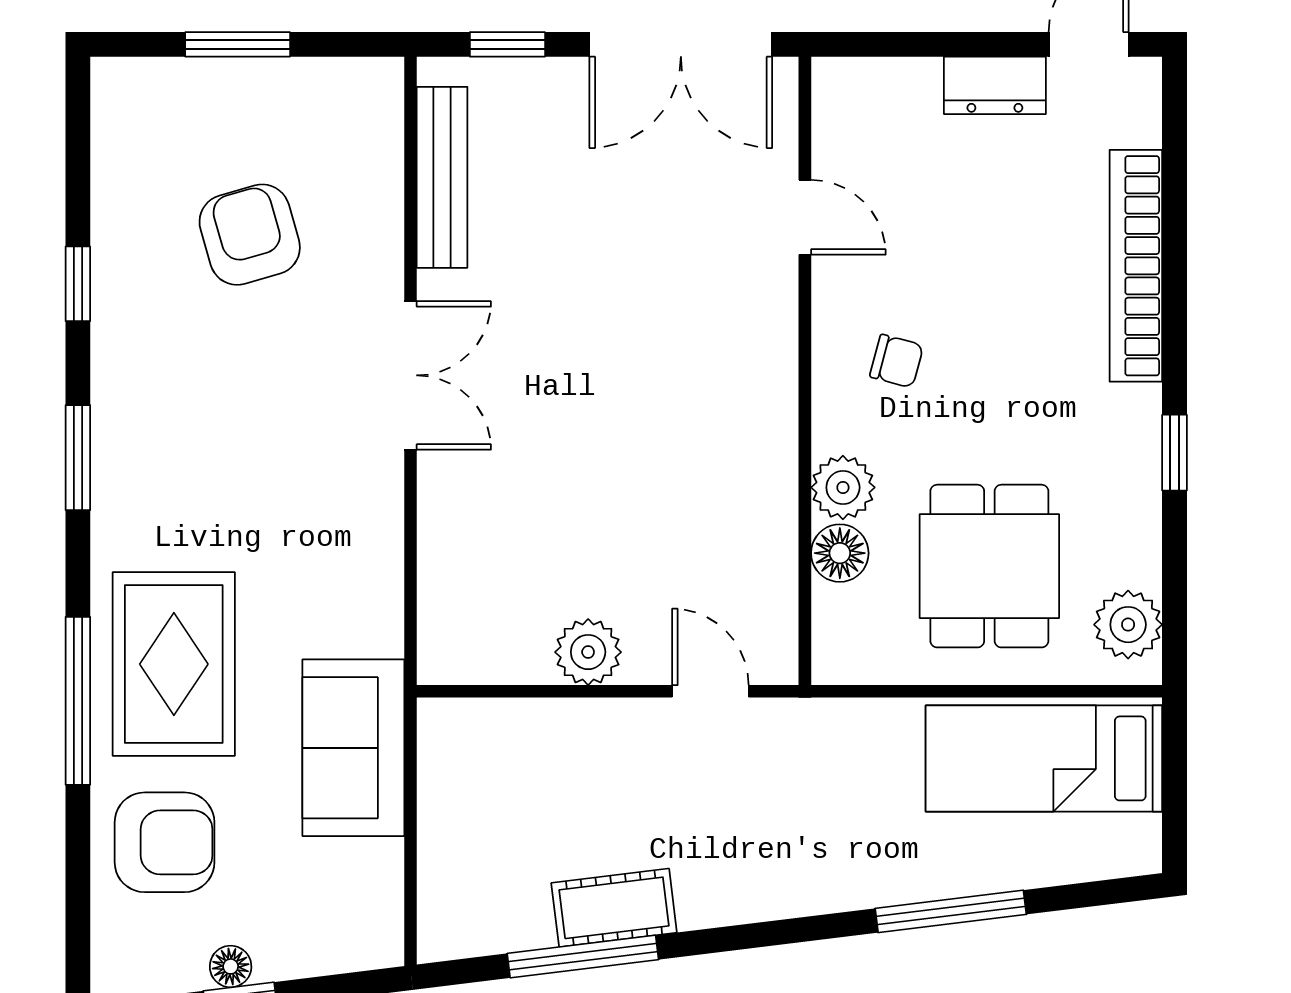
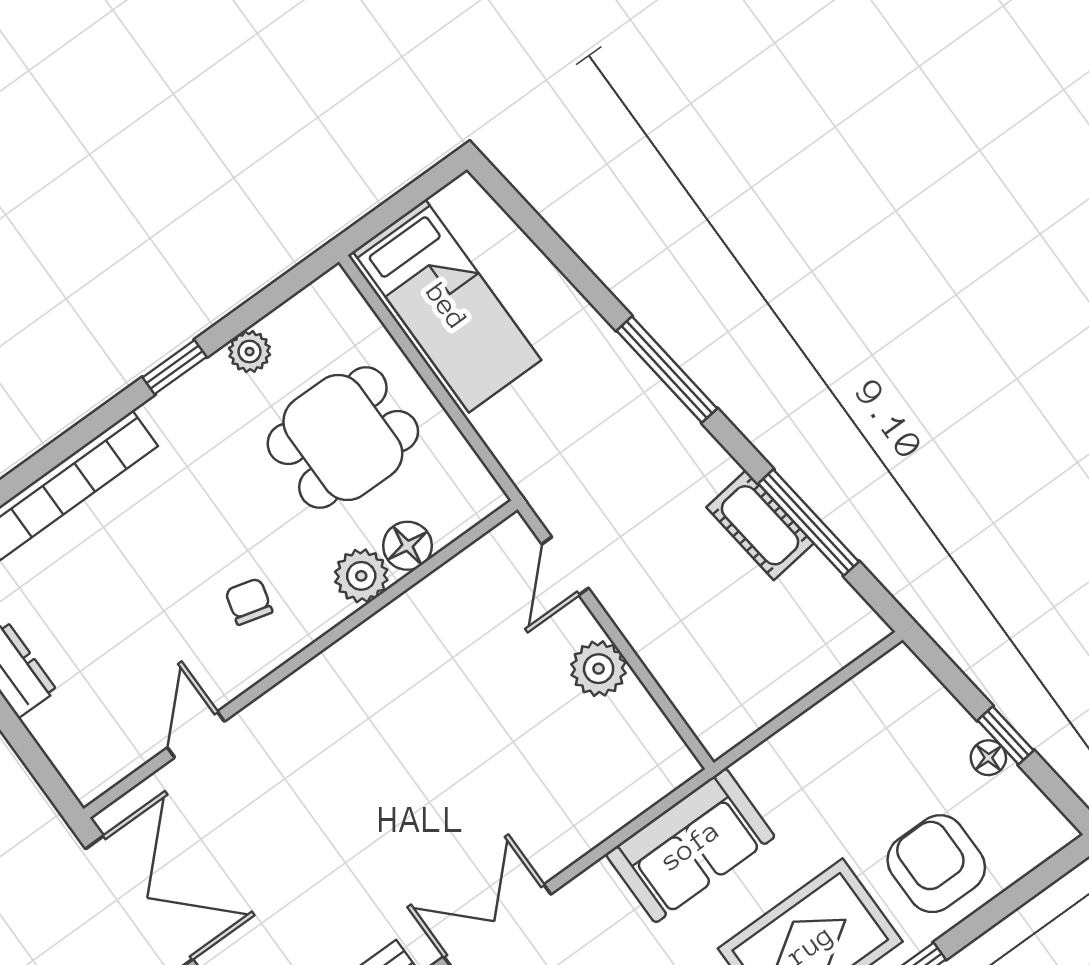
plant: (1128, 625) -> (250, 352), moved, width x0.73, depth x0.73
sofa: (353, 748) -> (690, 845), moved
window: (951, 911) -> (667, 370), moved

